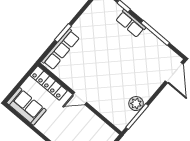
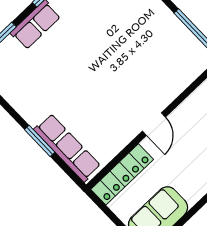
plant: (136, 104) -> (172, 29), removed

